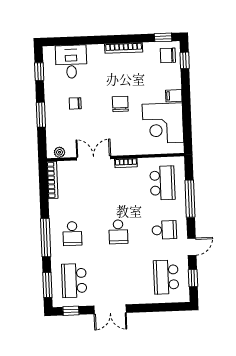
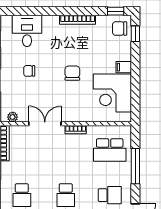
school desk: (162, 183) -> (110, 150), turned 90

